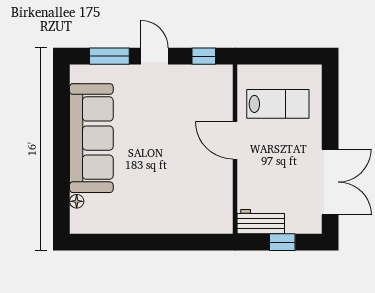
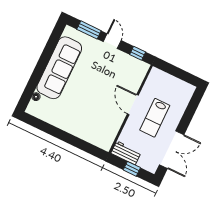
lab bench: (278, 104) -> (155, 118), moved, turned 90

